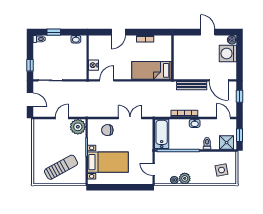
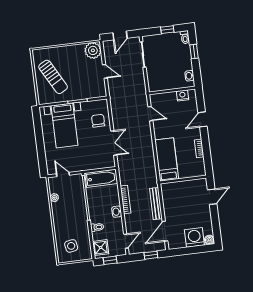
door: (118, 32) -> (202, 119), hinge flipped
door: (208, 32) -> (212, 197), moved
window: (30, 65) -> (167, 30), moved
nightstand: (94, 65) -> (183, 95), moved
plant: (78, 127) -> (93, 50), moved
door: (154, 169) -> (63, 174), hinge flipped
plant: (185, 178) -> (57, 208), removed

